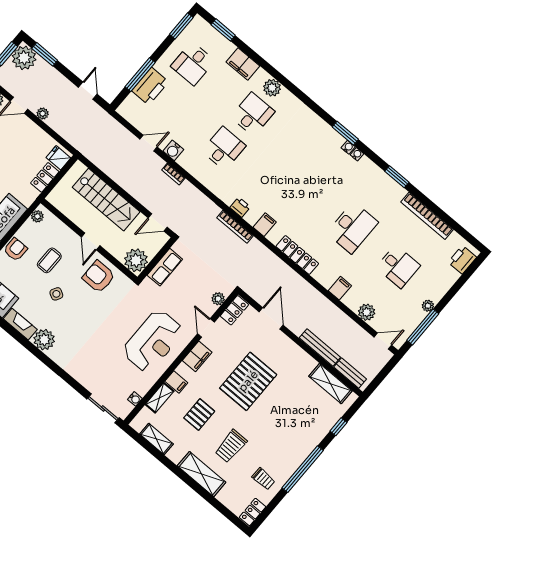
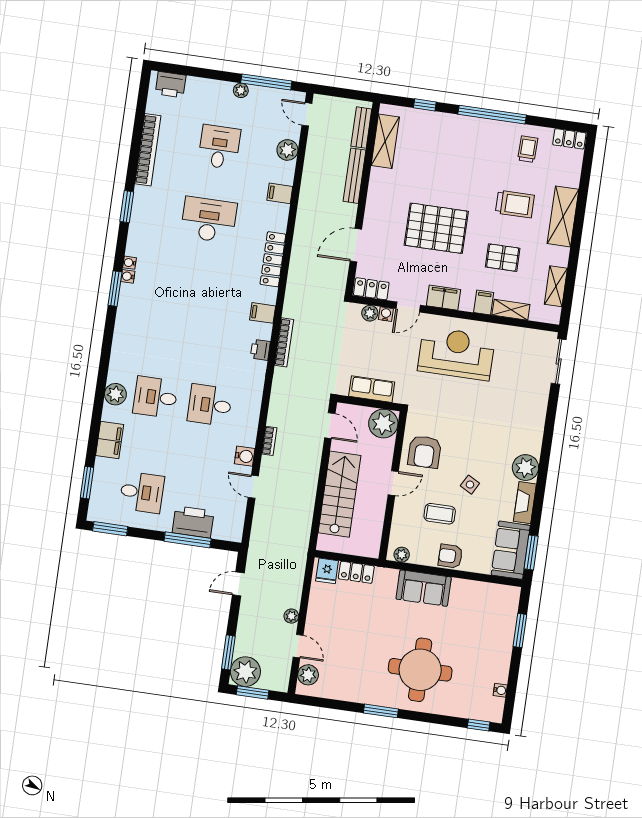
water cooler: (135, 399) -> (386, 314), moved

